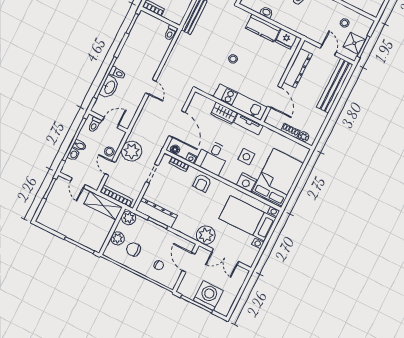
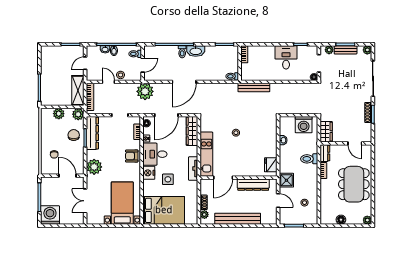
kitchen counter: (263, 28) -> (270, 144), removed
shower: (354, 43) -> (286, 180), moved
door: (328, 50) -> (278, 200), hinge flipped
bench: (335, 86) -> (238, 219), moved
washbasin: (109, 87) -> (196, 51), moved
door: (151, 87) -> (184, 82), width x1.87
wardrobe: (224, 113) -> (192, 131), moved, width x1.50
door: (111, 123) -> (143, 65), hinge flipped
plant: (132, 151) -> (145, 91), moved
door: (110, 168) -> (108, 82), hinge flipped
nightstand: (246, 182) -> (149, 173), moved
plant: (206, 235) -> (94, 167), moved
chair: (133, 249) -> (74, 135), moved
door: (189, 262) -> (67, 176), hinge flipped
washing machine: (208, 296) -> (50, 215), moved, turned -90

